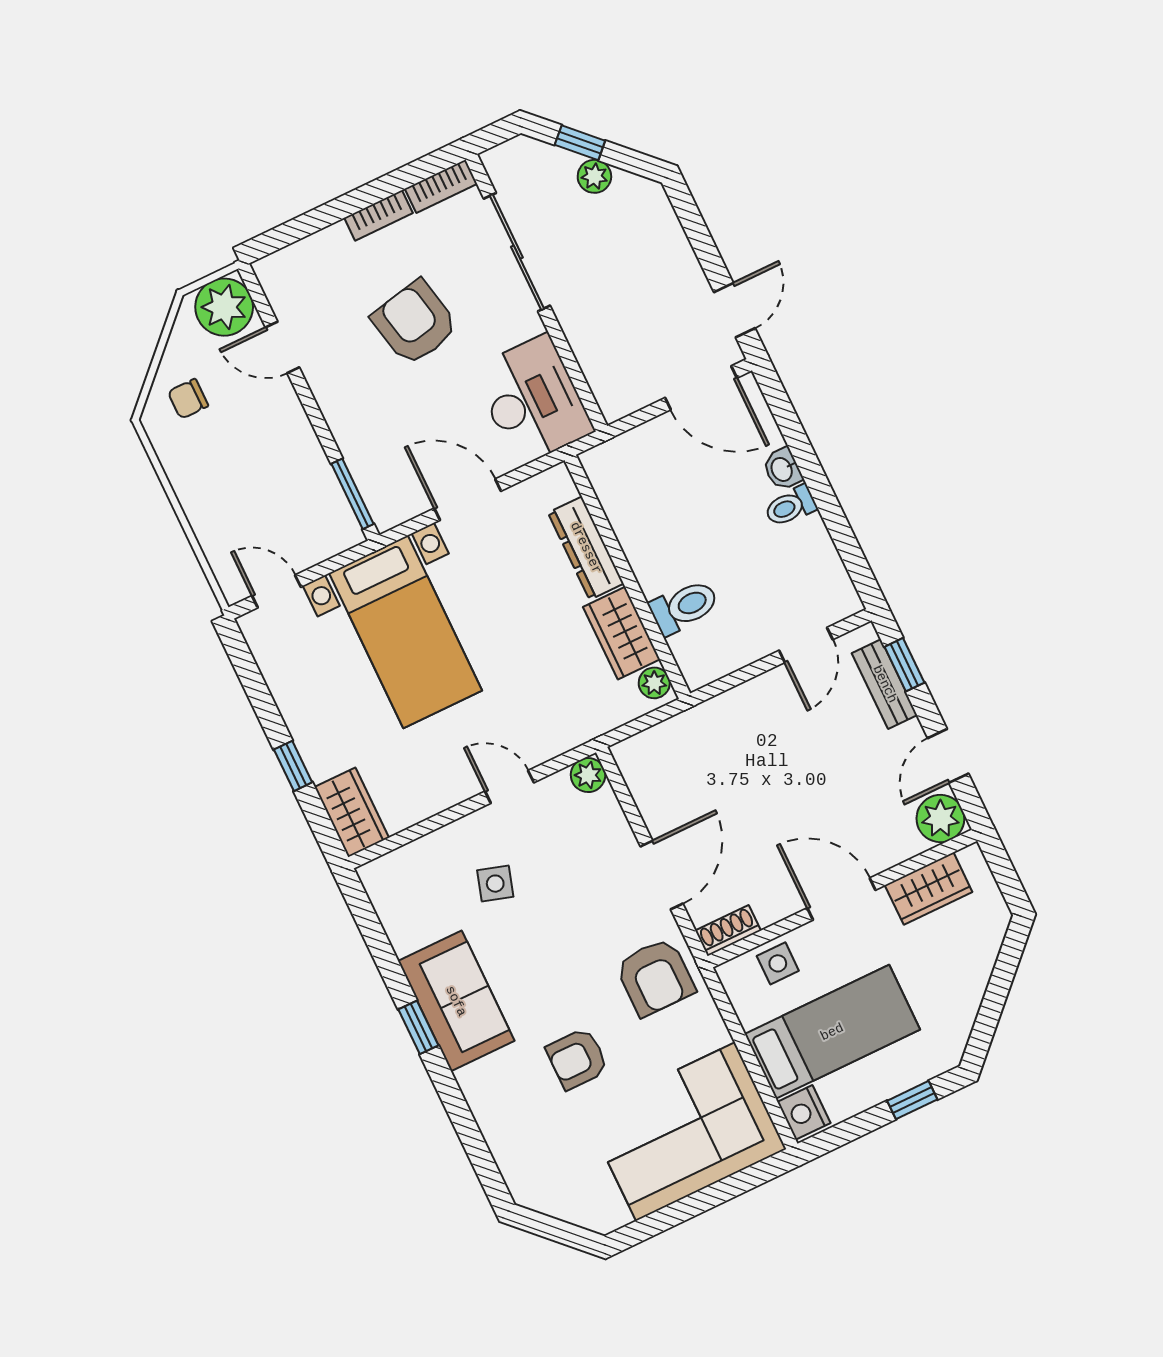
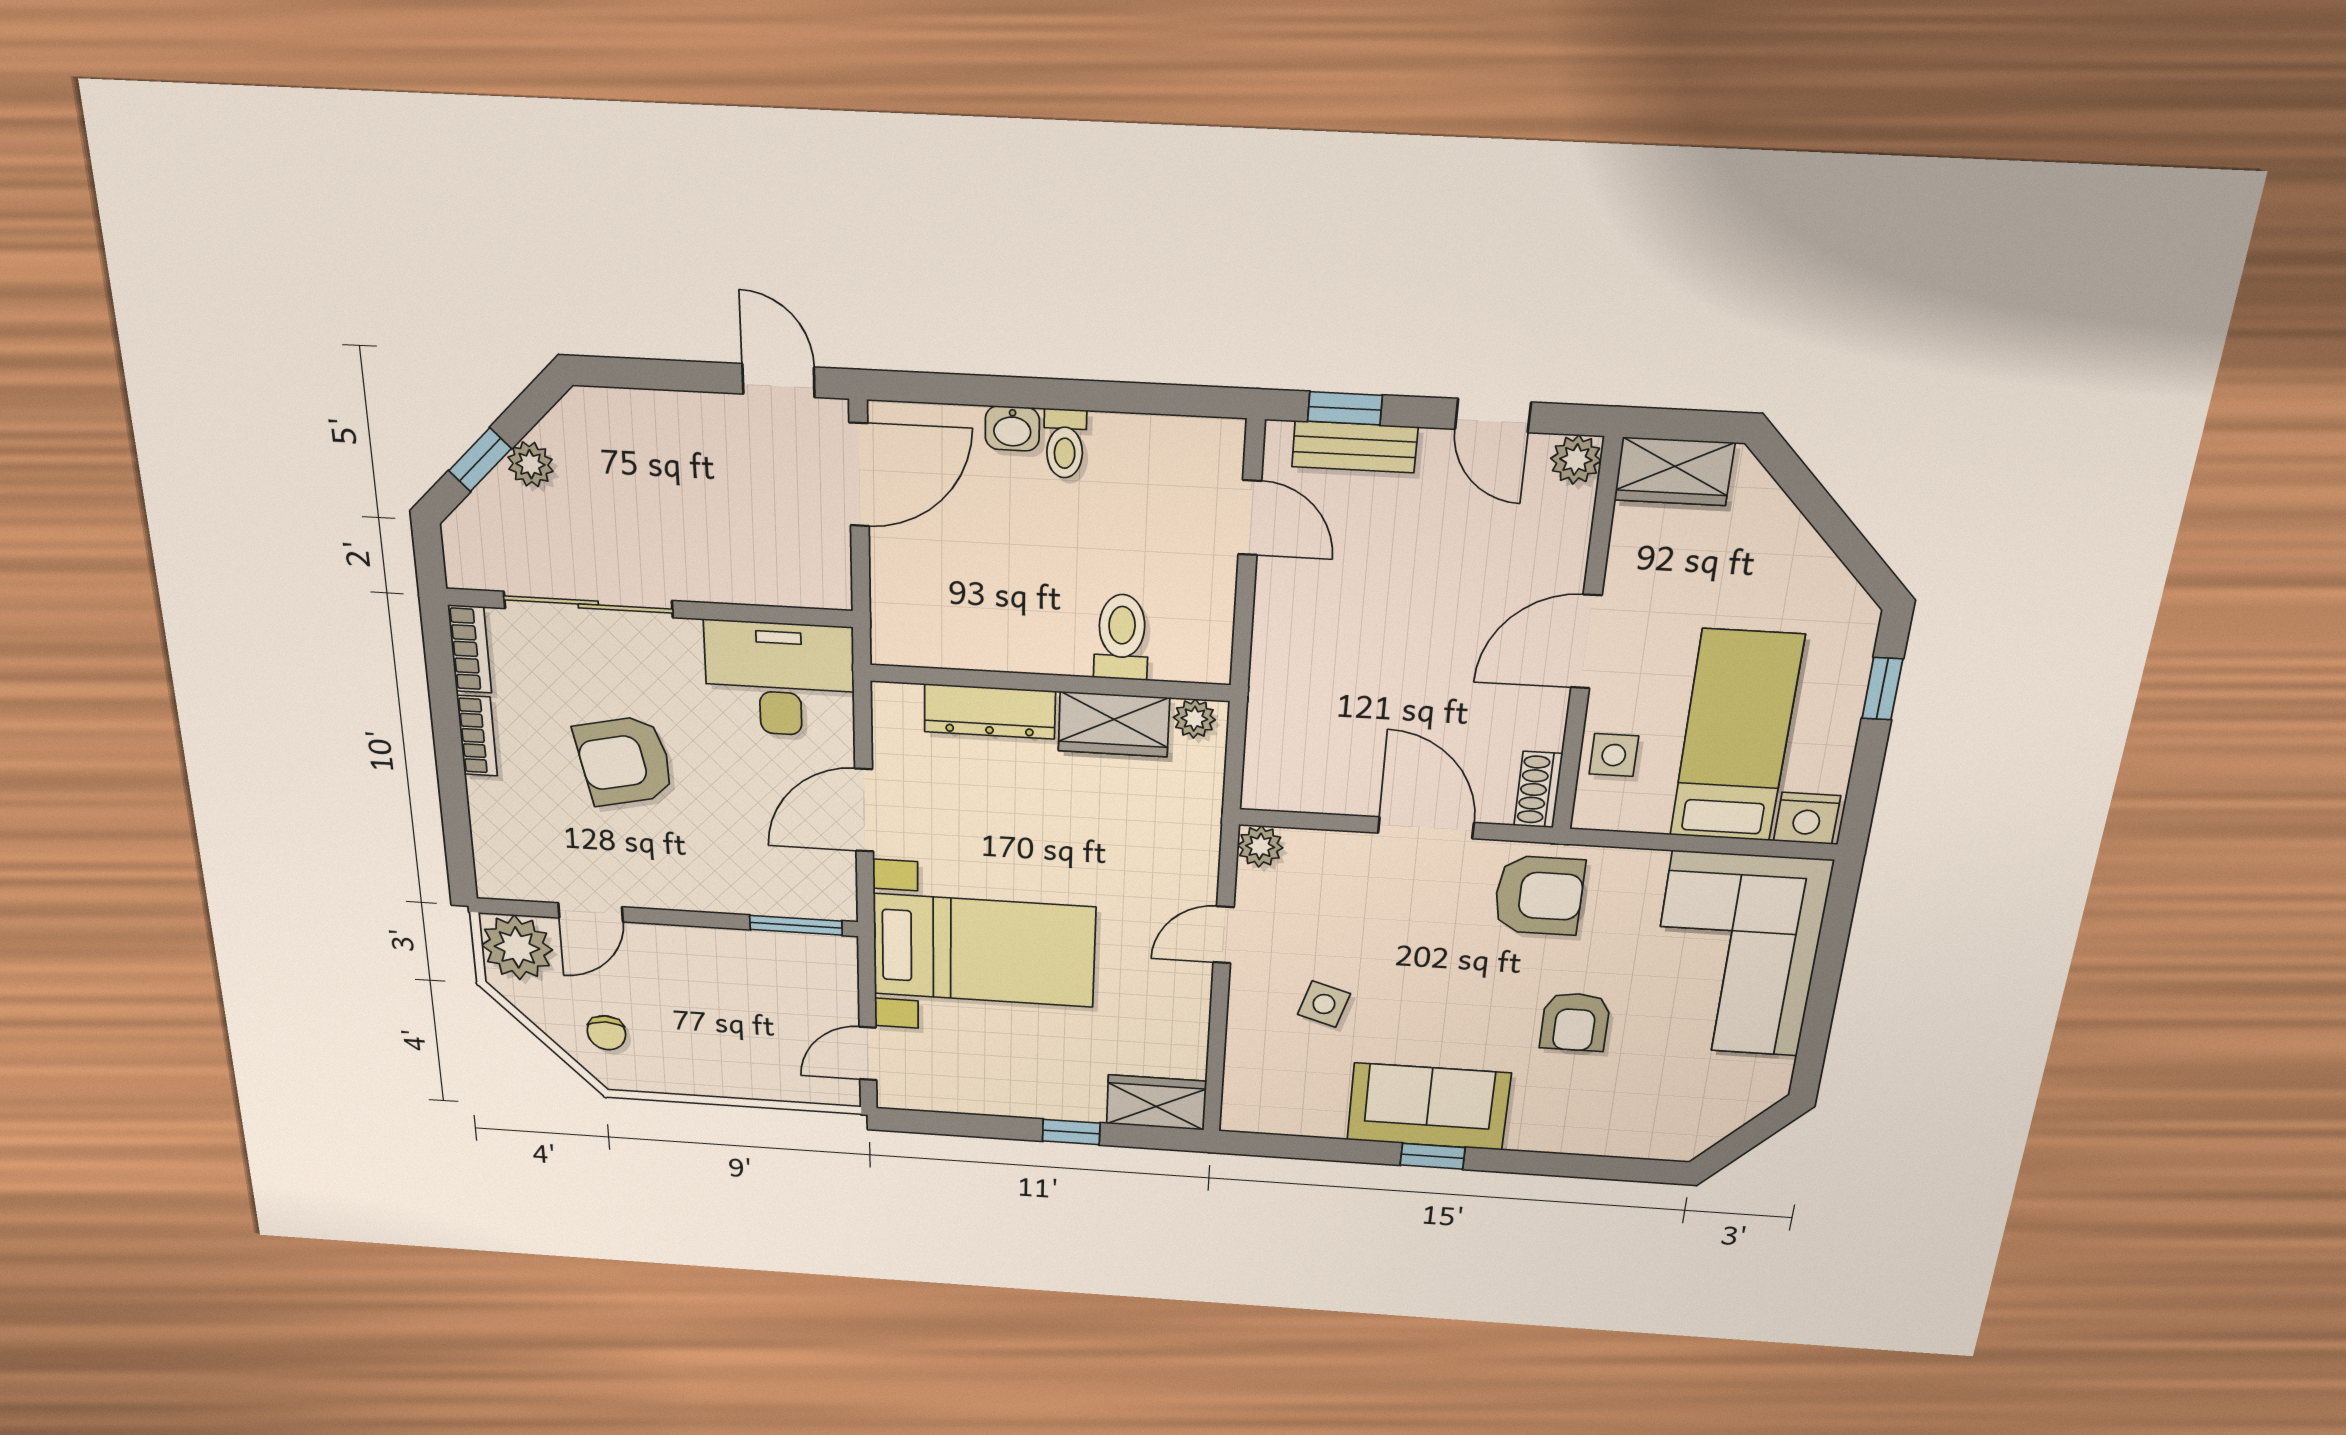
plant: (940, 818) -> (1576, 460), width x0.73, depth x0.73
wardrobe: (929, 889) -> (1674, 471), moved, turned 90

